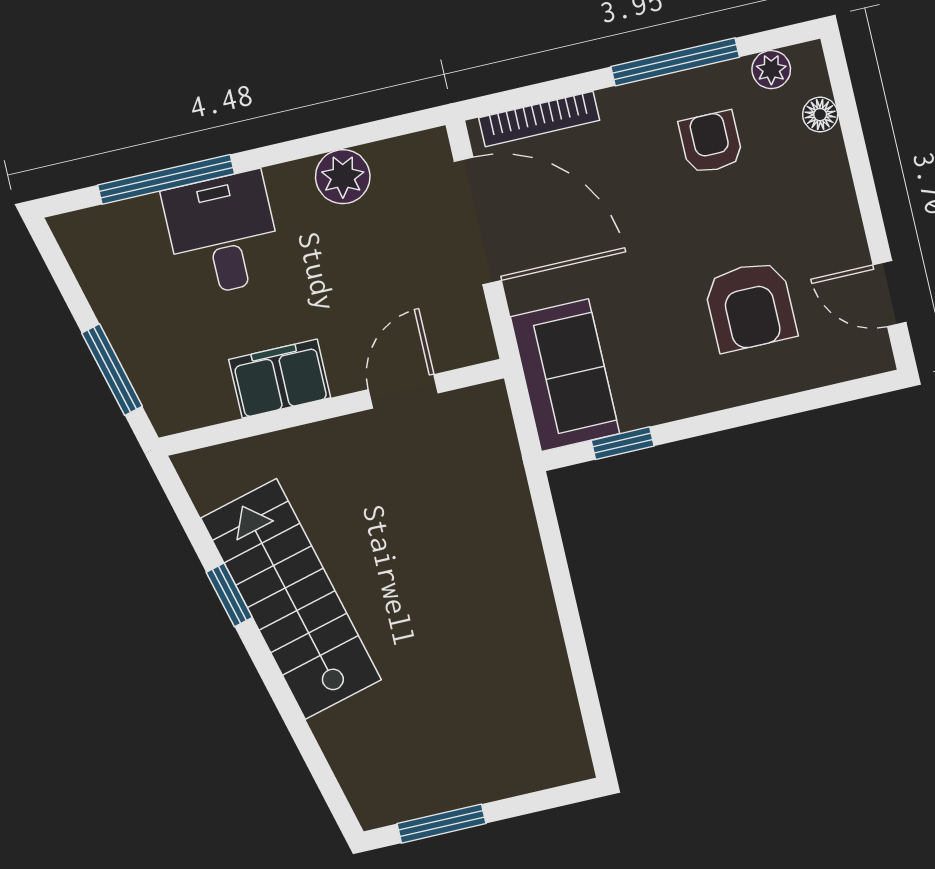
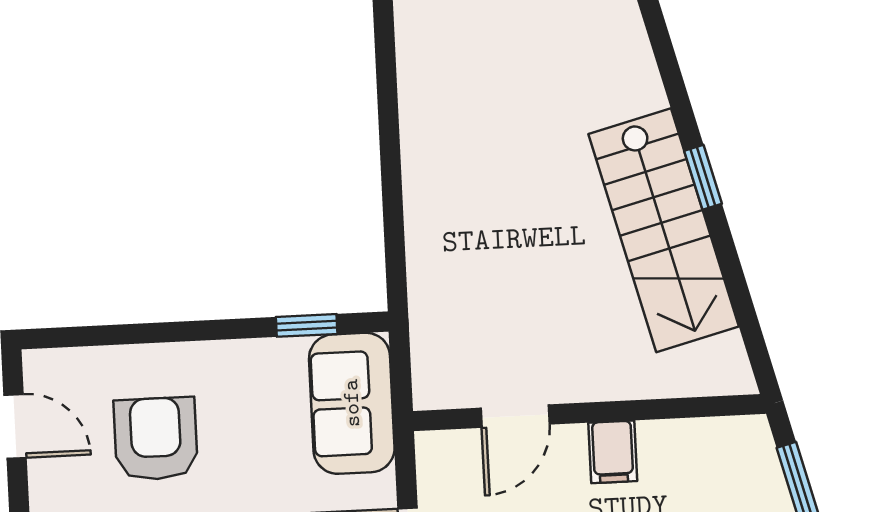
filing cabinet: (280, 379) -> (613, 452), width x0.50
window: (229, 595) -> (703, 177), moved

